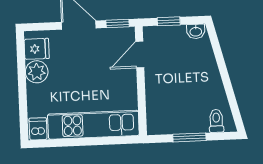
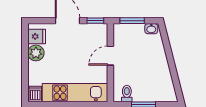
window: (169, 21) -> (132, 21), width x1.50
door: (140, 55) -> (110, 56), moved
toilet: (216, 121) -> (127, 94), moved

